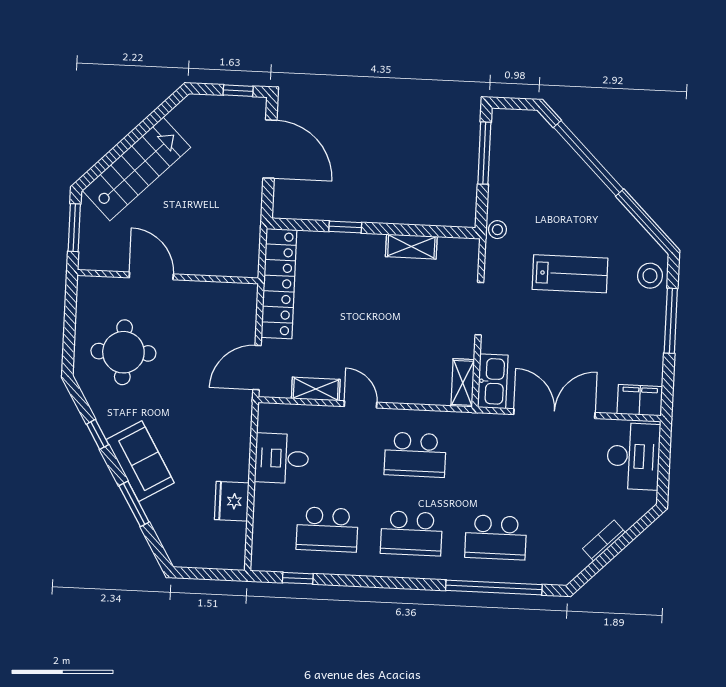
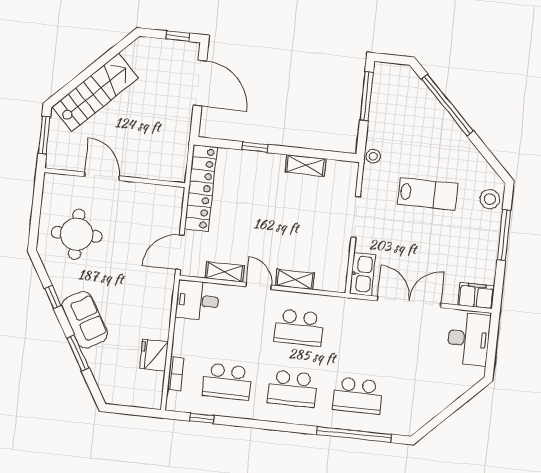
shelving: (463, 383) -> (295, 279), moved, turned 90
desk: (282, 458) -> (197, 301), moved
bookcase: (604, 541) -> (176, 374), moved, turned 135

